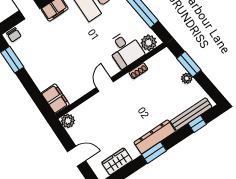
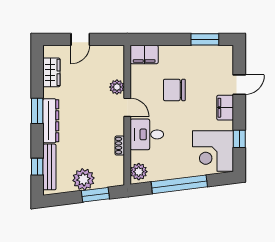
chair: (14, 35) -> (174, 90), moved, width x1.87, depth x1.87
desk: (125, 49) -> (147, 134), moved
plant: (187, 78) -> (83, 179), width x1.87, depth x1.87
plant: (68, 121) -> (117, 87), moved

